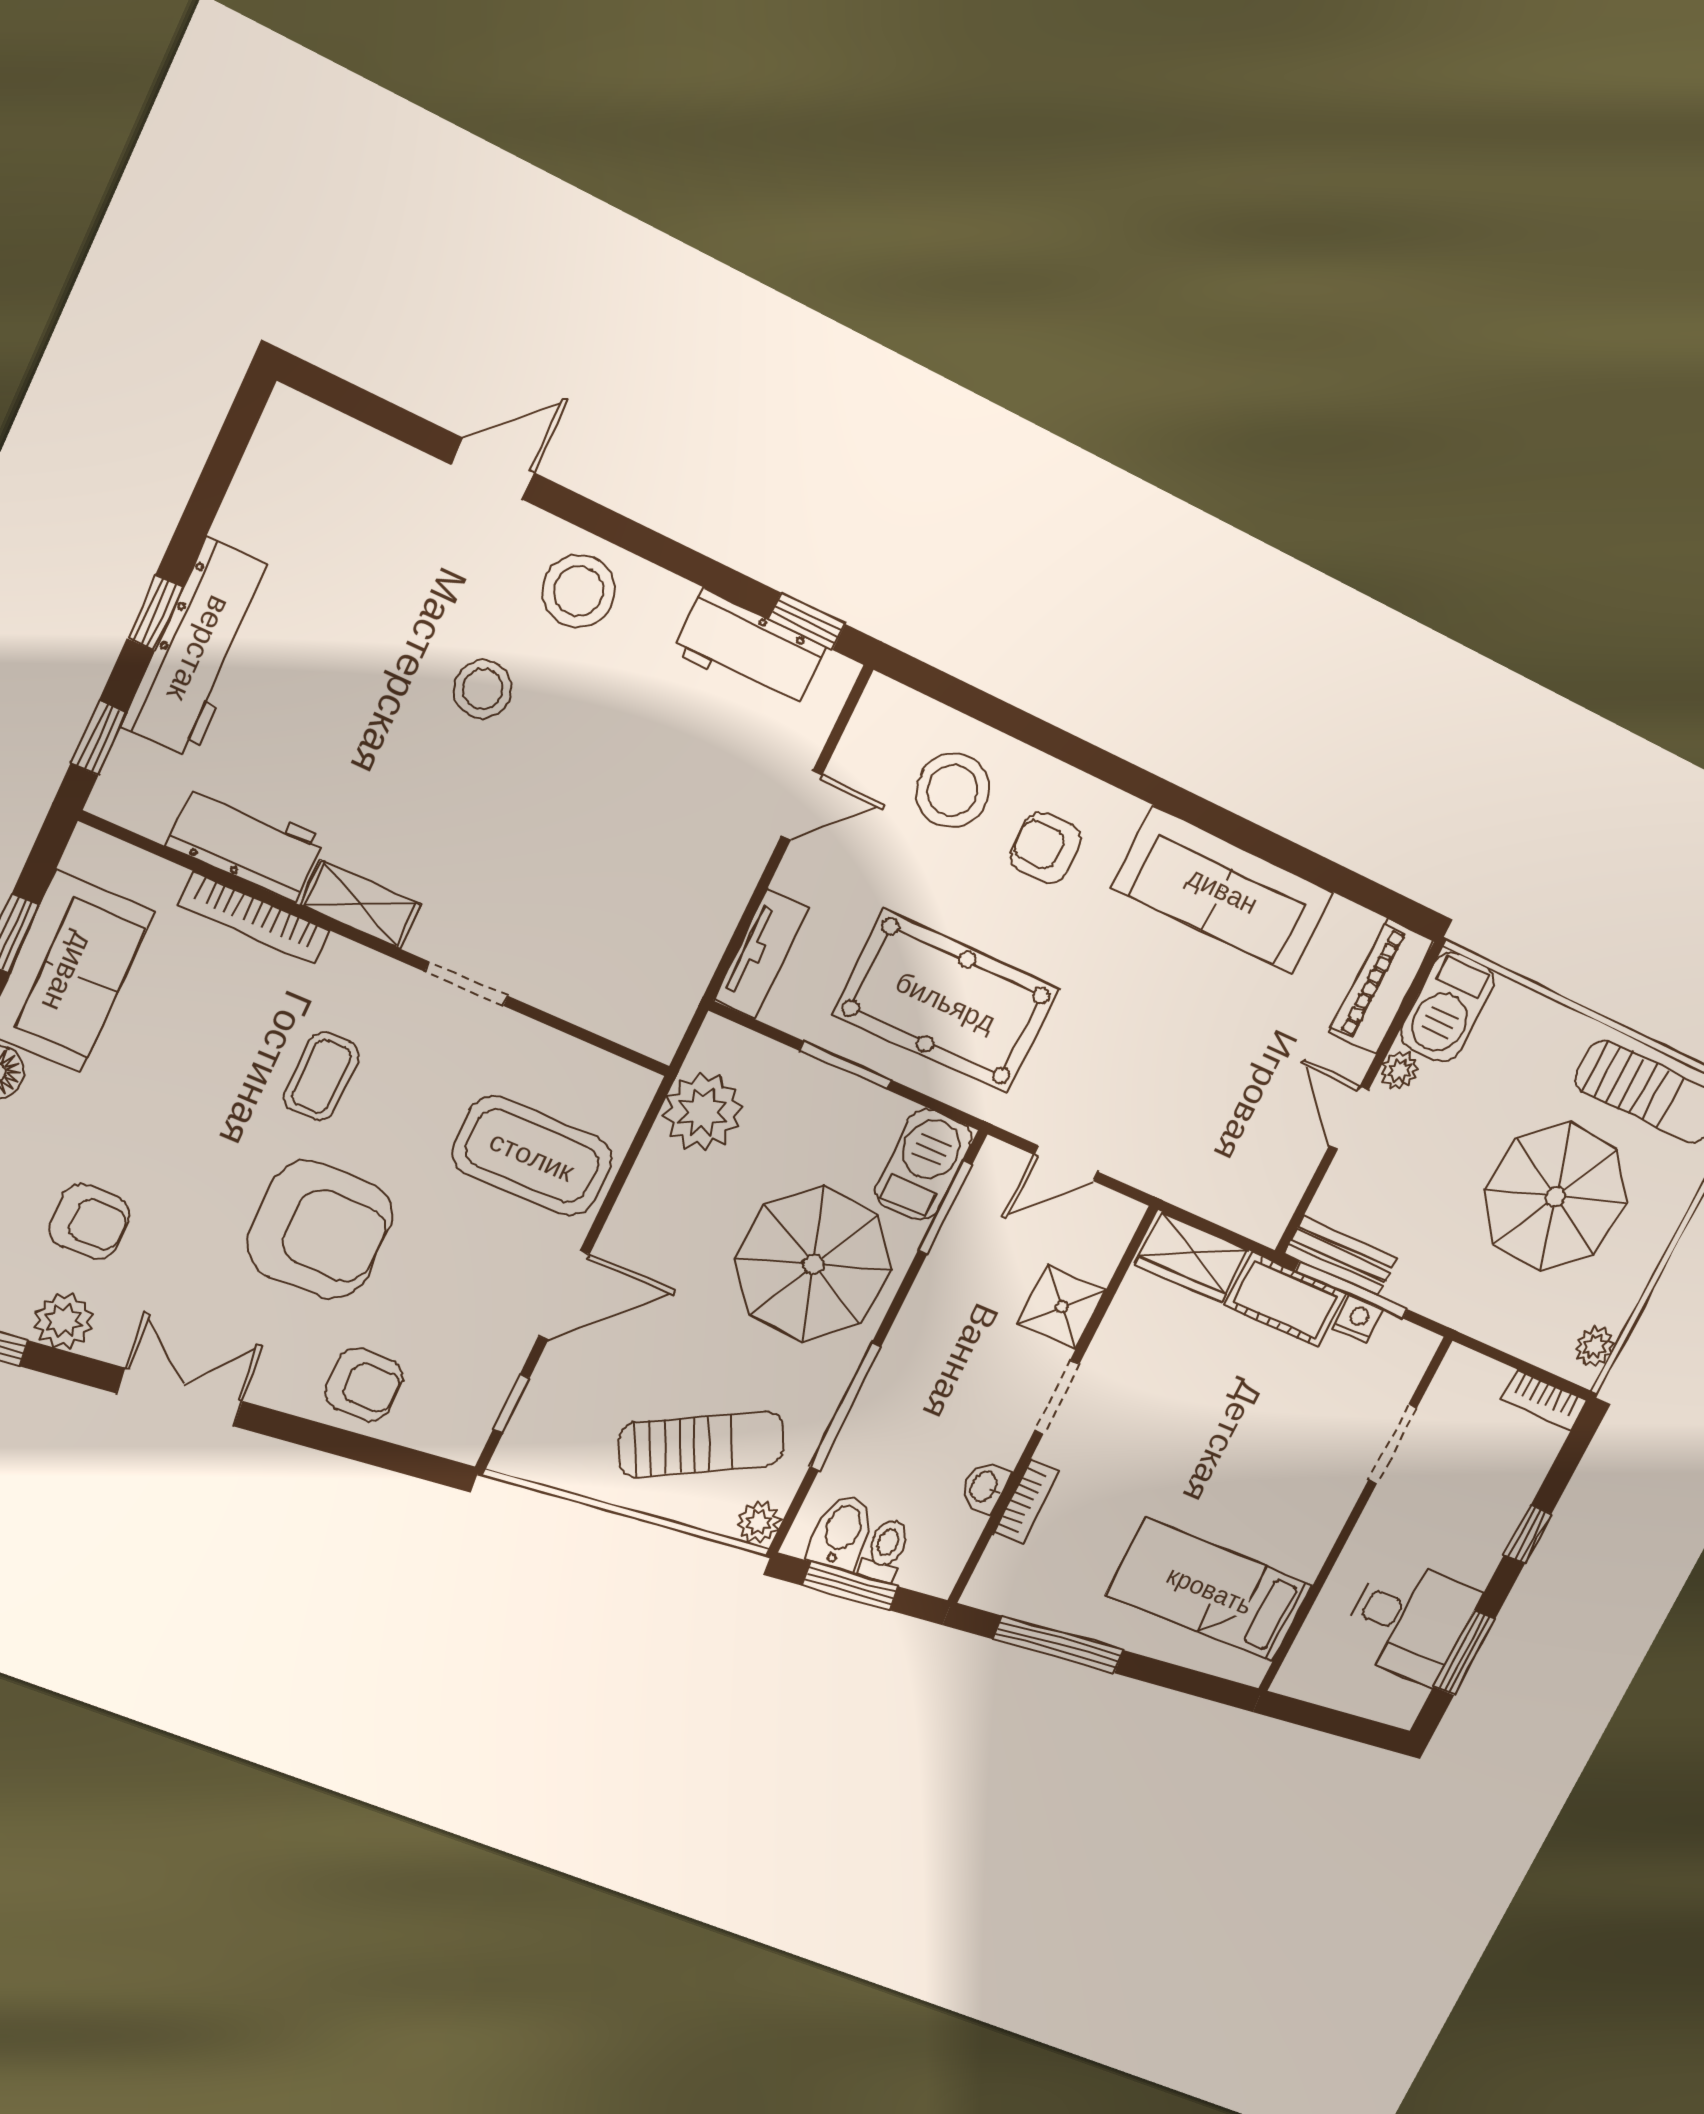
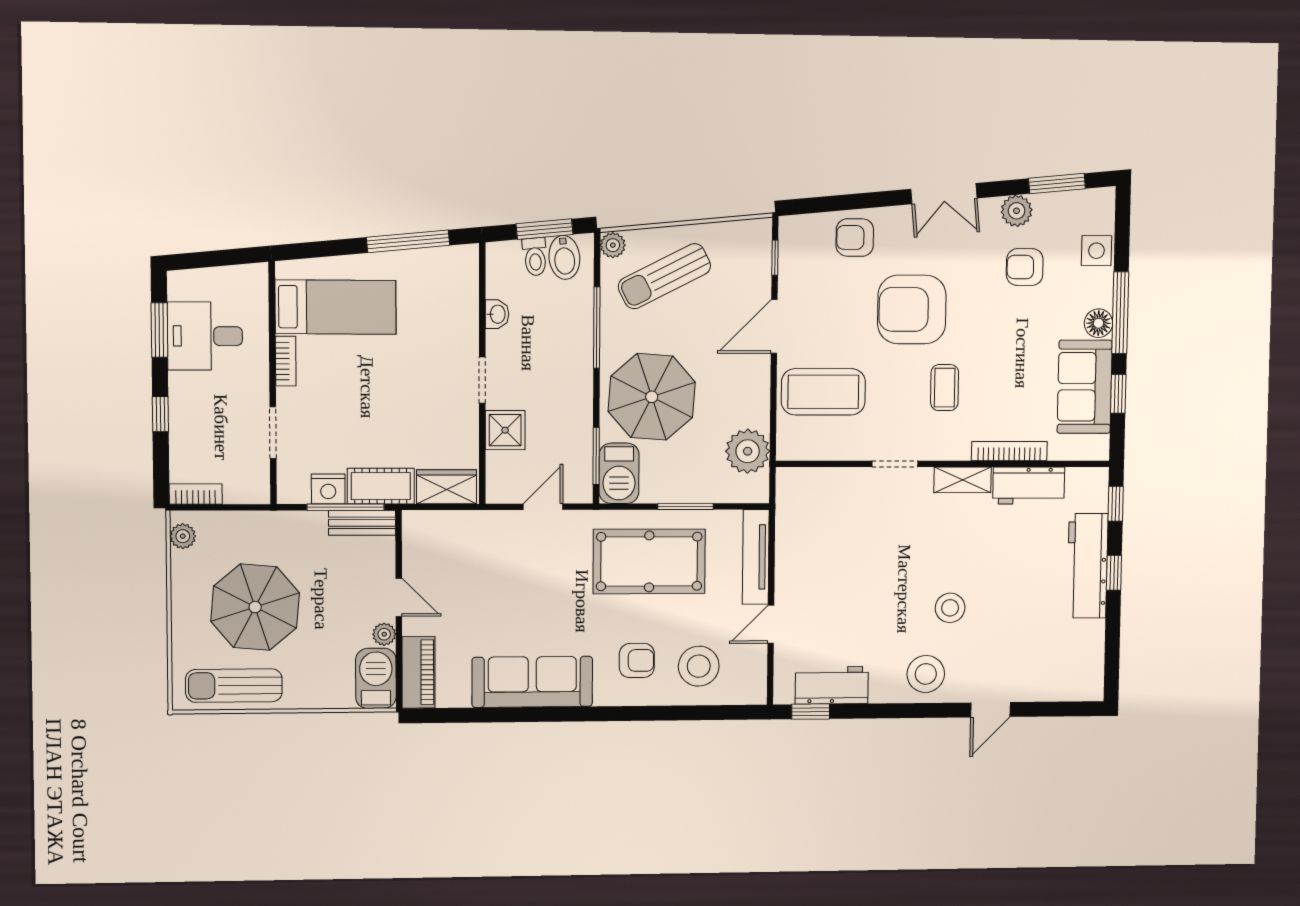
tv unit: (761, 954) -> (756, 557), width x1.41
nightstand: (1358, 1319) -> (328, 489), width x1.39, depth x1.35
bookcase: (1026, 1502) -> (286, 361), moved, turned 180

